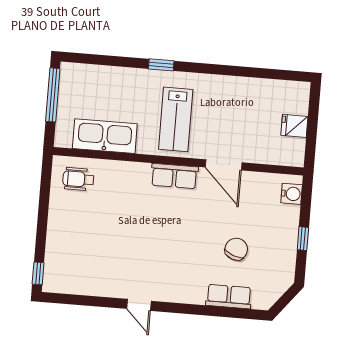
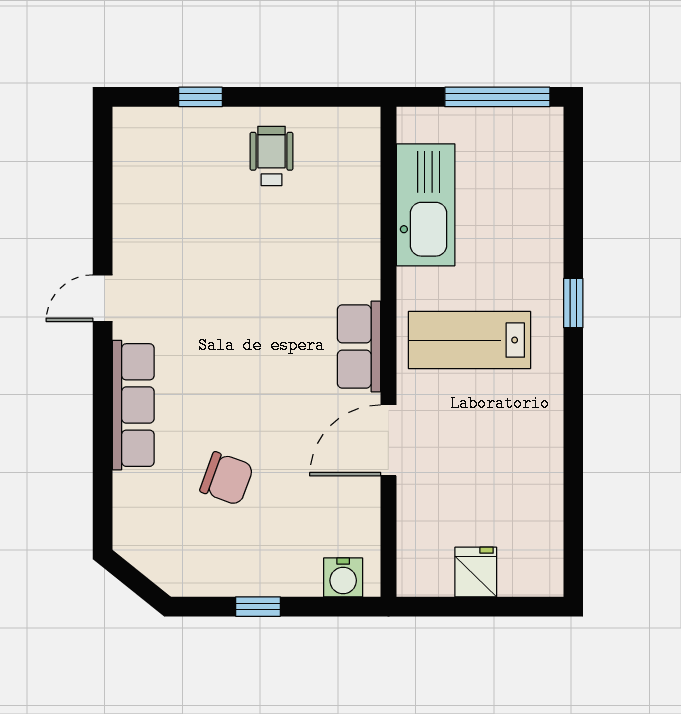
wheelchair: (78, 179) -> (271, 156), moved
window: (38, 273) -> (201, 97), moved
row of seats: (229, 297) -> (133, 405), moved, width x1.48

